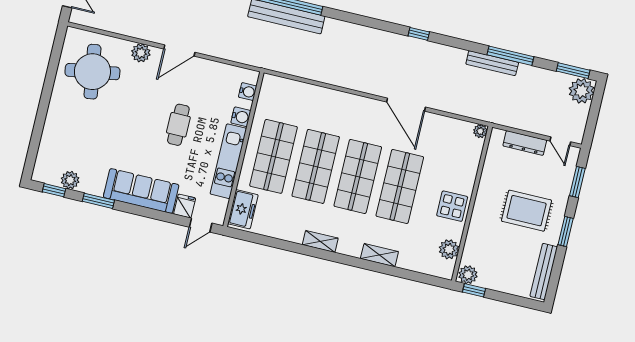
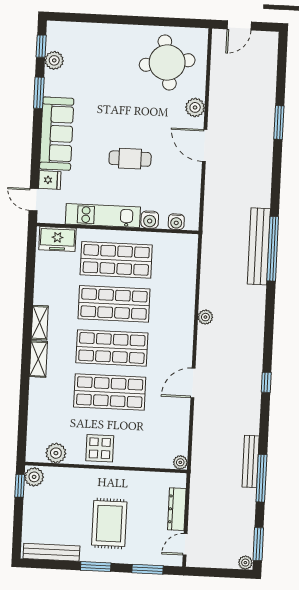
plant: (345, 81) -> (205, 317), added
plant: (582, 91) -> (245, 563), width x0.53, depth x0.53
door: (406, 105) -> (193, 383), width x0.73
shelving: (379, 255) -> (38, 359), moved

